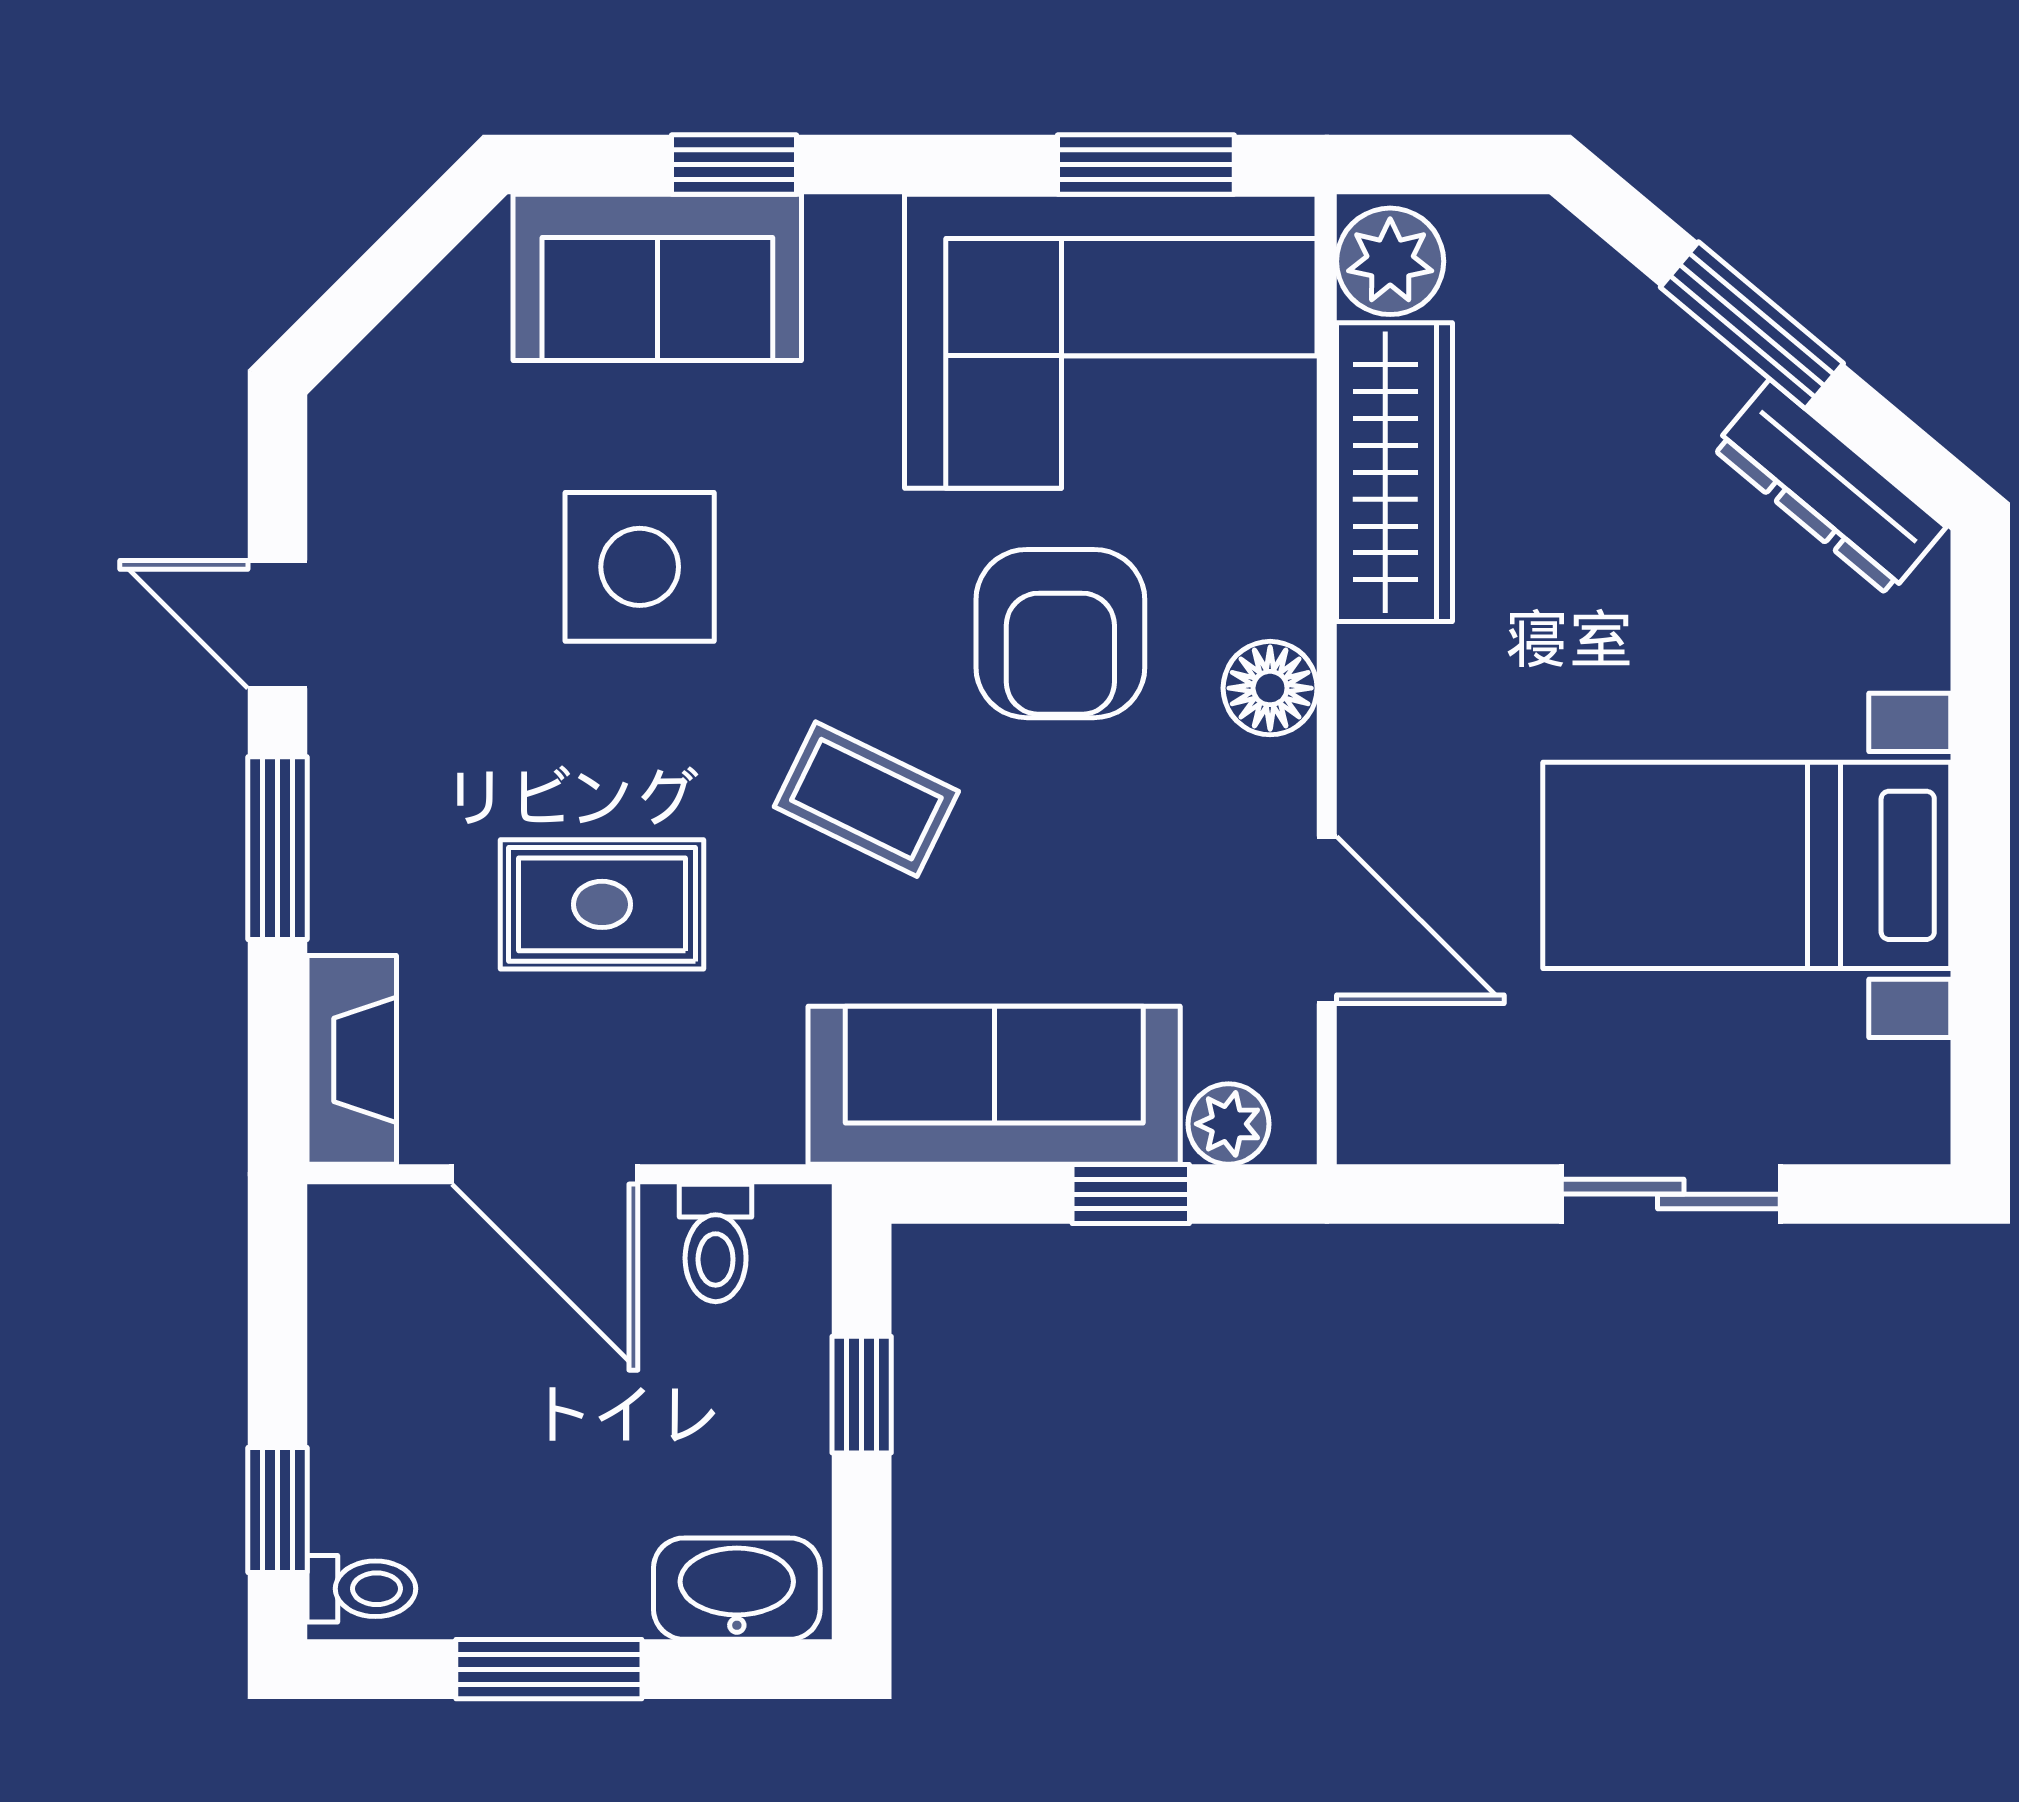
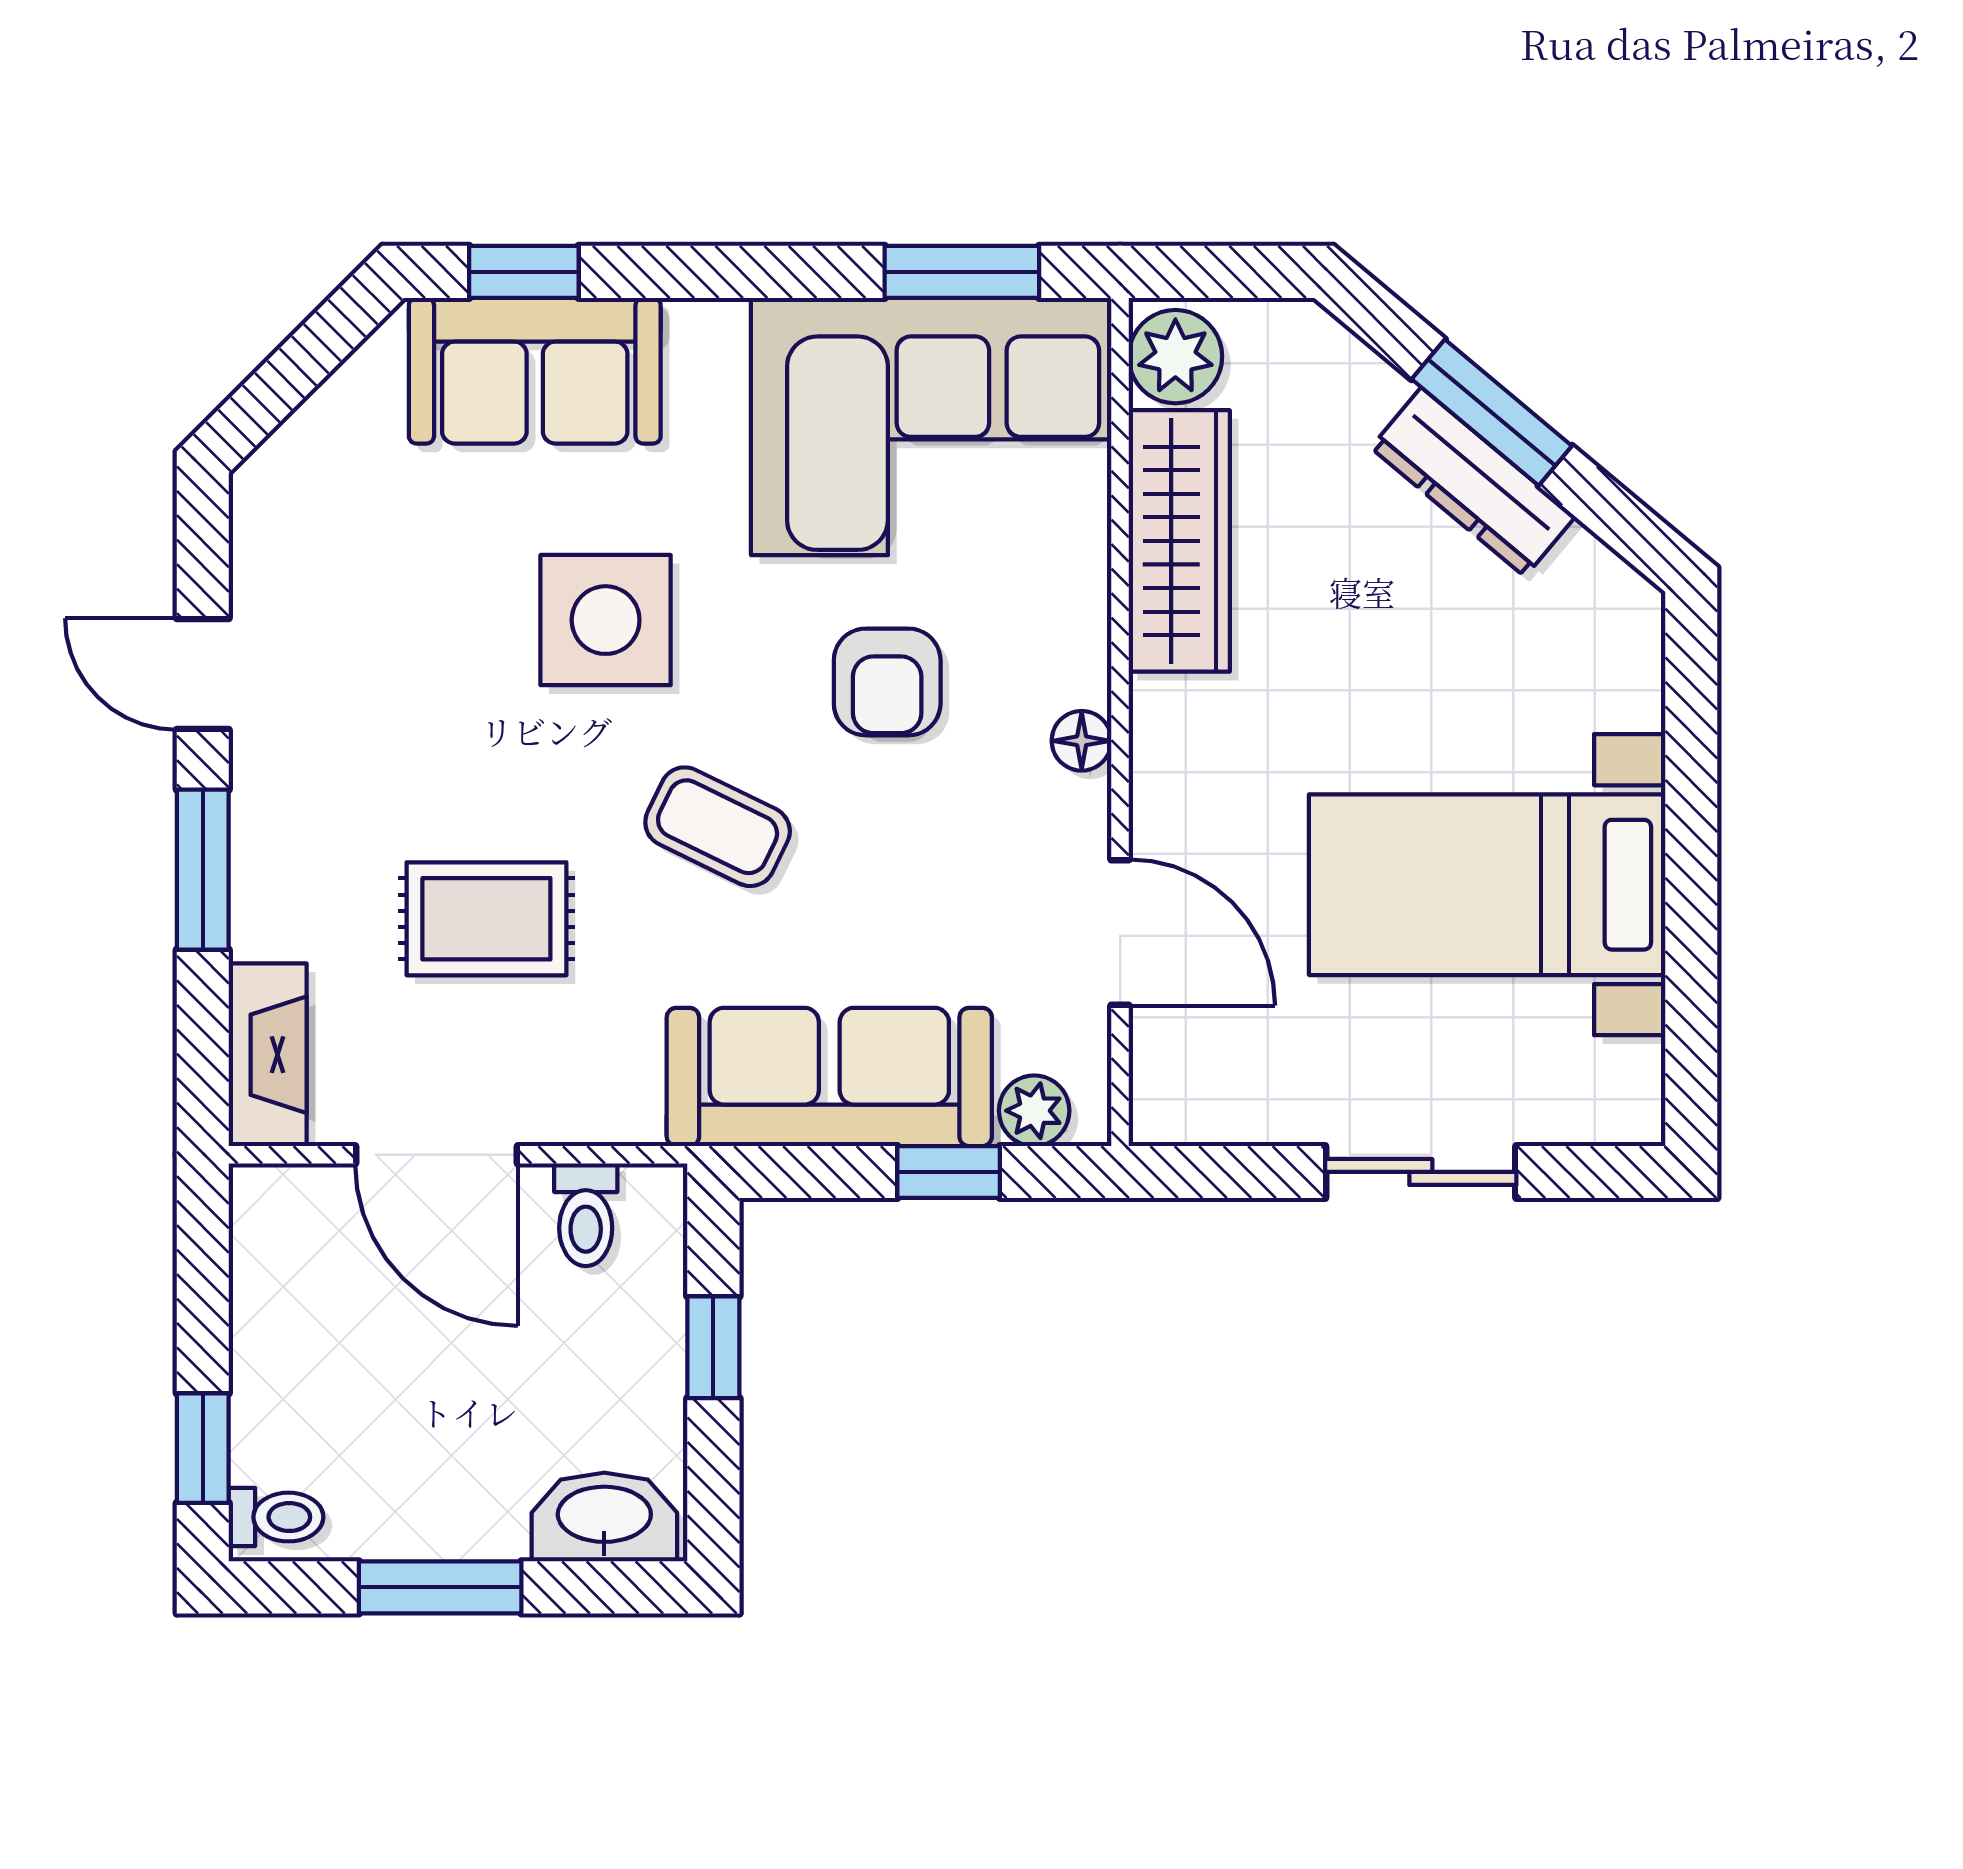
window: (734, 164) -> (524, 272), moved
dresser: (1829, 487) -> (1473, 482), moved
side table: (640, 567) -> (606, 620), moved
armchair: (1060, 634) -> (887, 682), width x0.72, depth x0.72
floor lamp: (1270, 688) -> (1082, 741), width x0.73, depth x0.73

